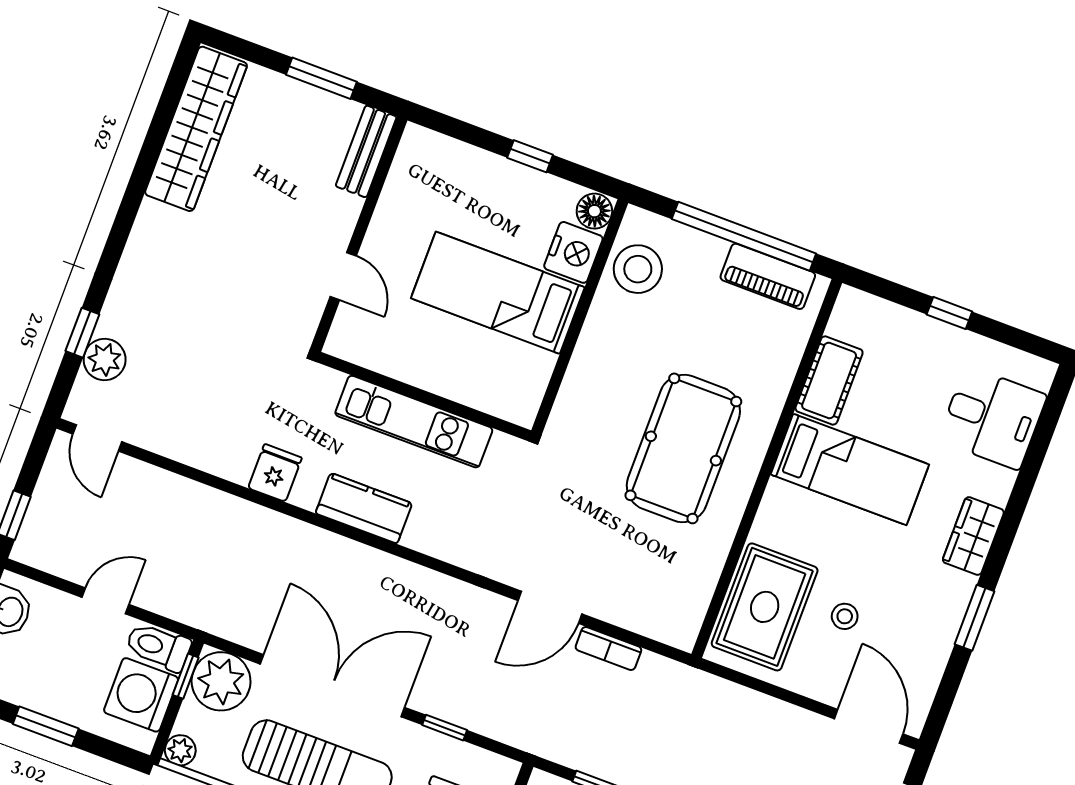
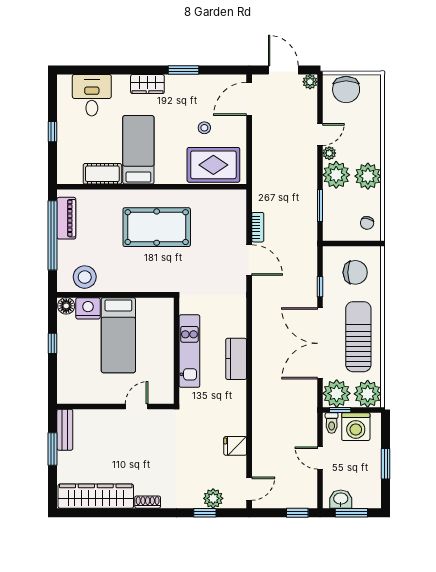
bench: (366, 151) -> (65, 430), moved, turned 90
shoe rack: (146, 227) -> (148, 502), added
fridge: (275, 473) -> (235, 446), moved
toilet: (158, 647) -> (332, 423), width x0.73, depth x0.72
plant: (180, 750) -> (368, 394), width x1.87, depth x1.87

